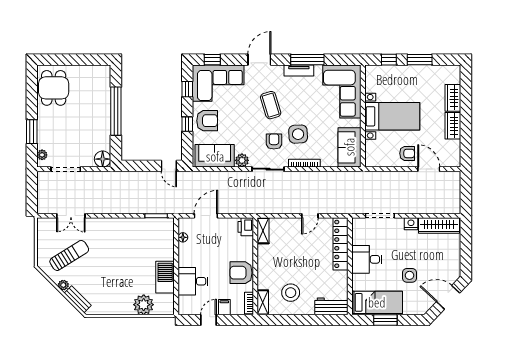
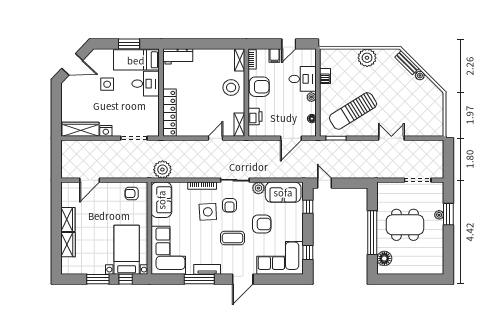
window: (212, 60) -> (285, 279), removed
dining table: (54, 88) -> (405, 225), moved, width x1.38
coffee table: (271, 105) -> (233, 238), turned -73
bed with nightstands: (392, 116) -> (127, 250), moved, turned 90
armchair: (207, 121) -> (262, 224), moved, turned 180
window: (187, 124) -> (308, 207), moved
armchair: (407, 153) -> (132, 193), moved
plant: (42, 155) -> (439, 215), moved
floor lamp: (103, 159) -> (384, 258), moved
door: (429, 169) -> (90, 180), hinge flipped
plant: (348, 181) -> (162, 170), added
double door: (71, 216) -> (391, 138), moved
door: (310, 216) -> (216, 138), moved
printer: (246, 227) -> (255, 116), moved
sun lounger: (69, 255) -> (353, 111), moved, width x1.36, depth x1.34
desk: (367, 259) -> (146, 84), moved
plant: (183, 261) -> (311, 97), added
barbecue: (165, 277) -> (325, 76), width x0.53, depth x0.65
stool: (291, 293) -> (231, 87), moved
plant: (144, 305) -> (367, 58), moved

